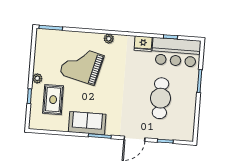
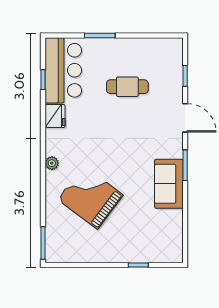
grand piano: (82, 65) -> (90, 197), turned 113
plant: (37, 78) -> (113, 256), removed
cafe table: (161, 98) -> (127, 87), width x0.73, depth x0.74
rug: (53, 100) -> (140, 232), removed

